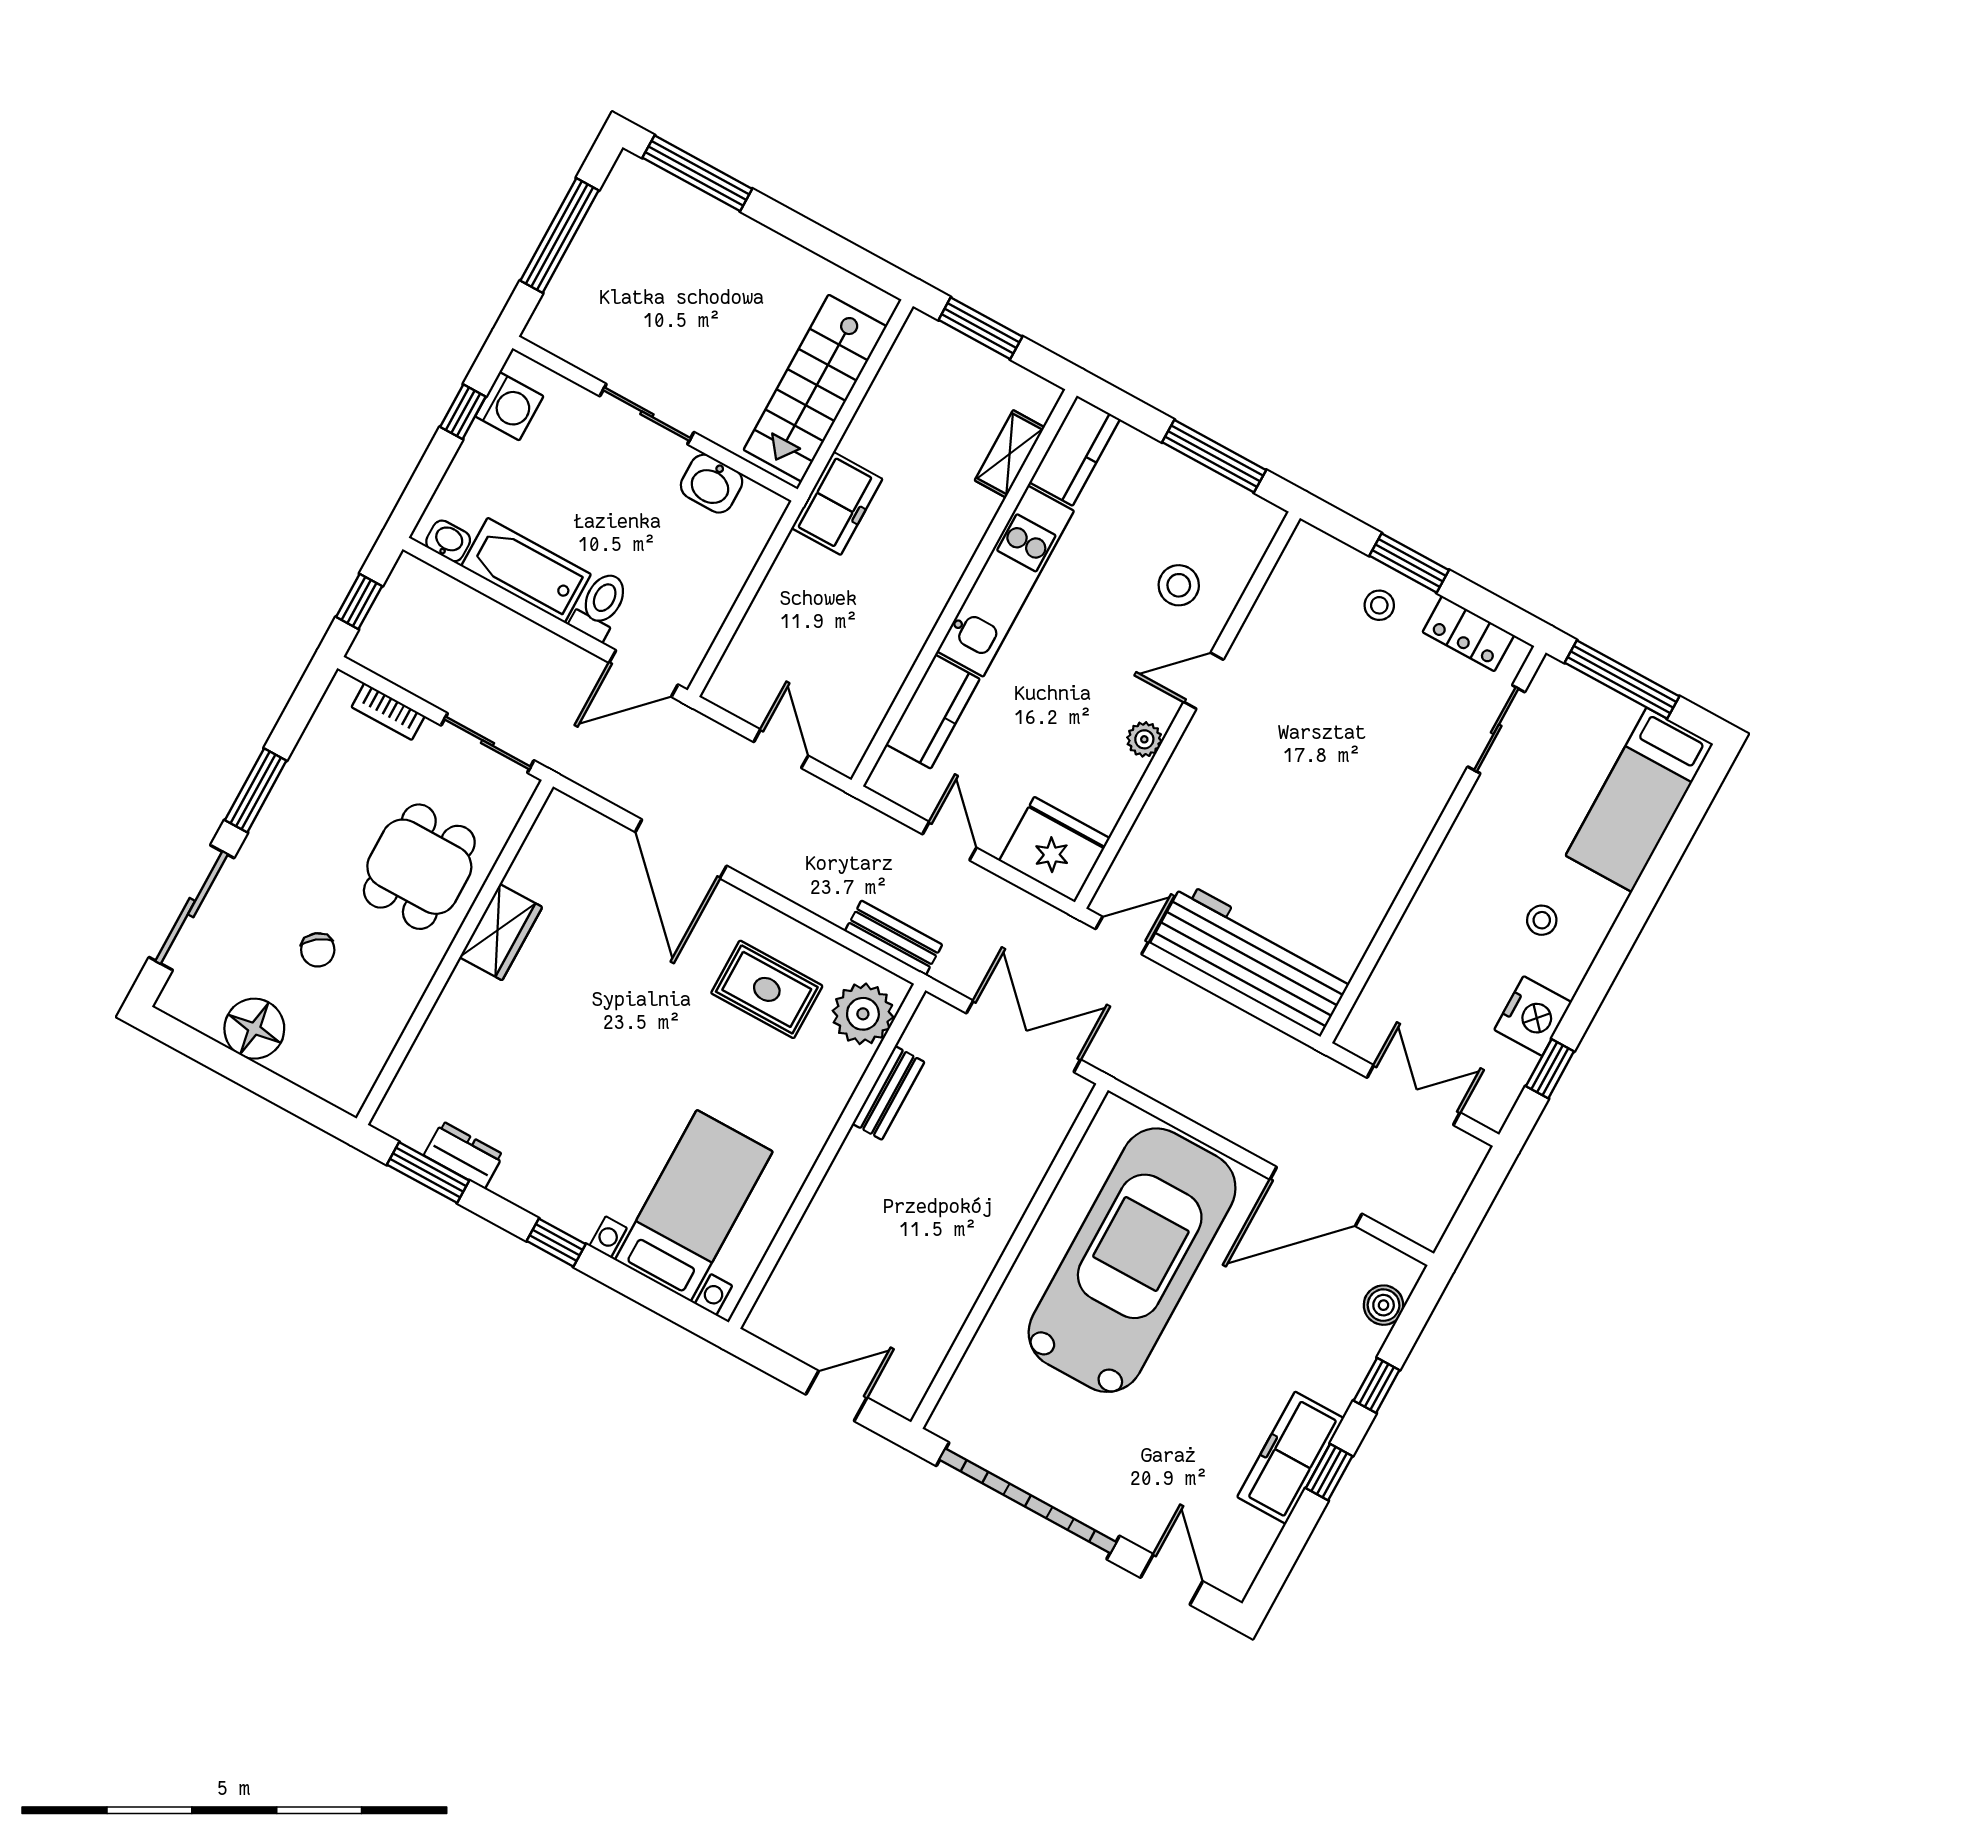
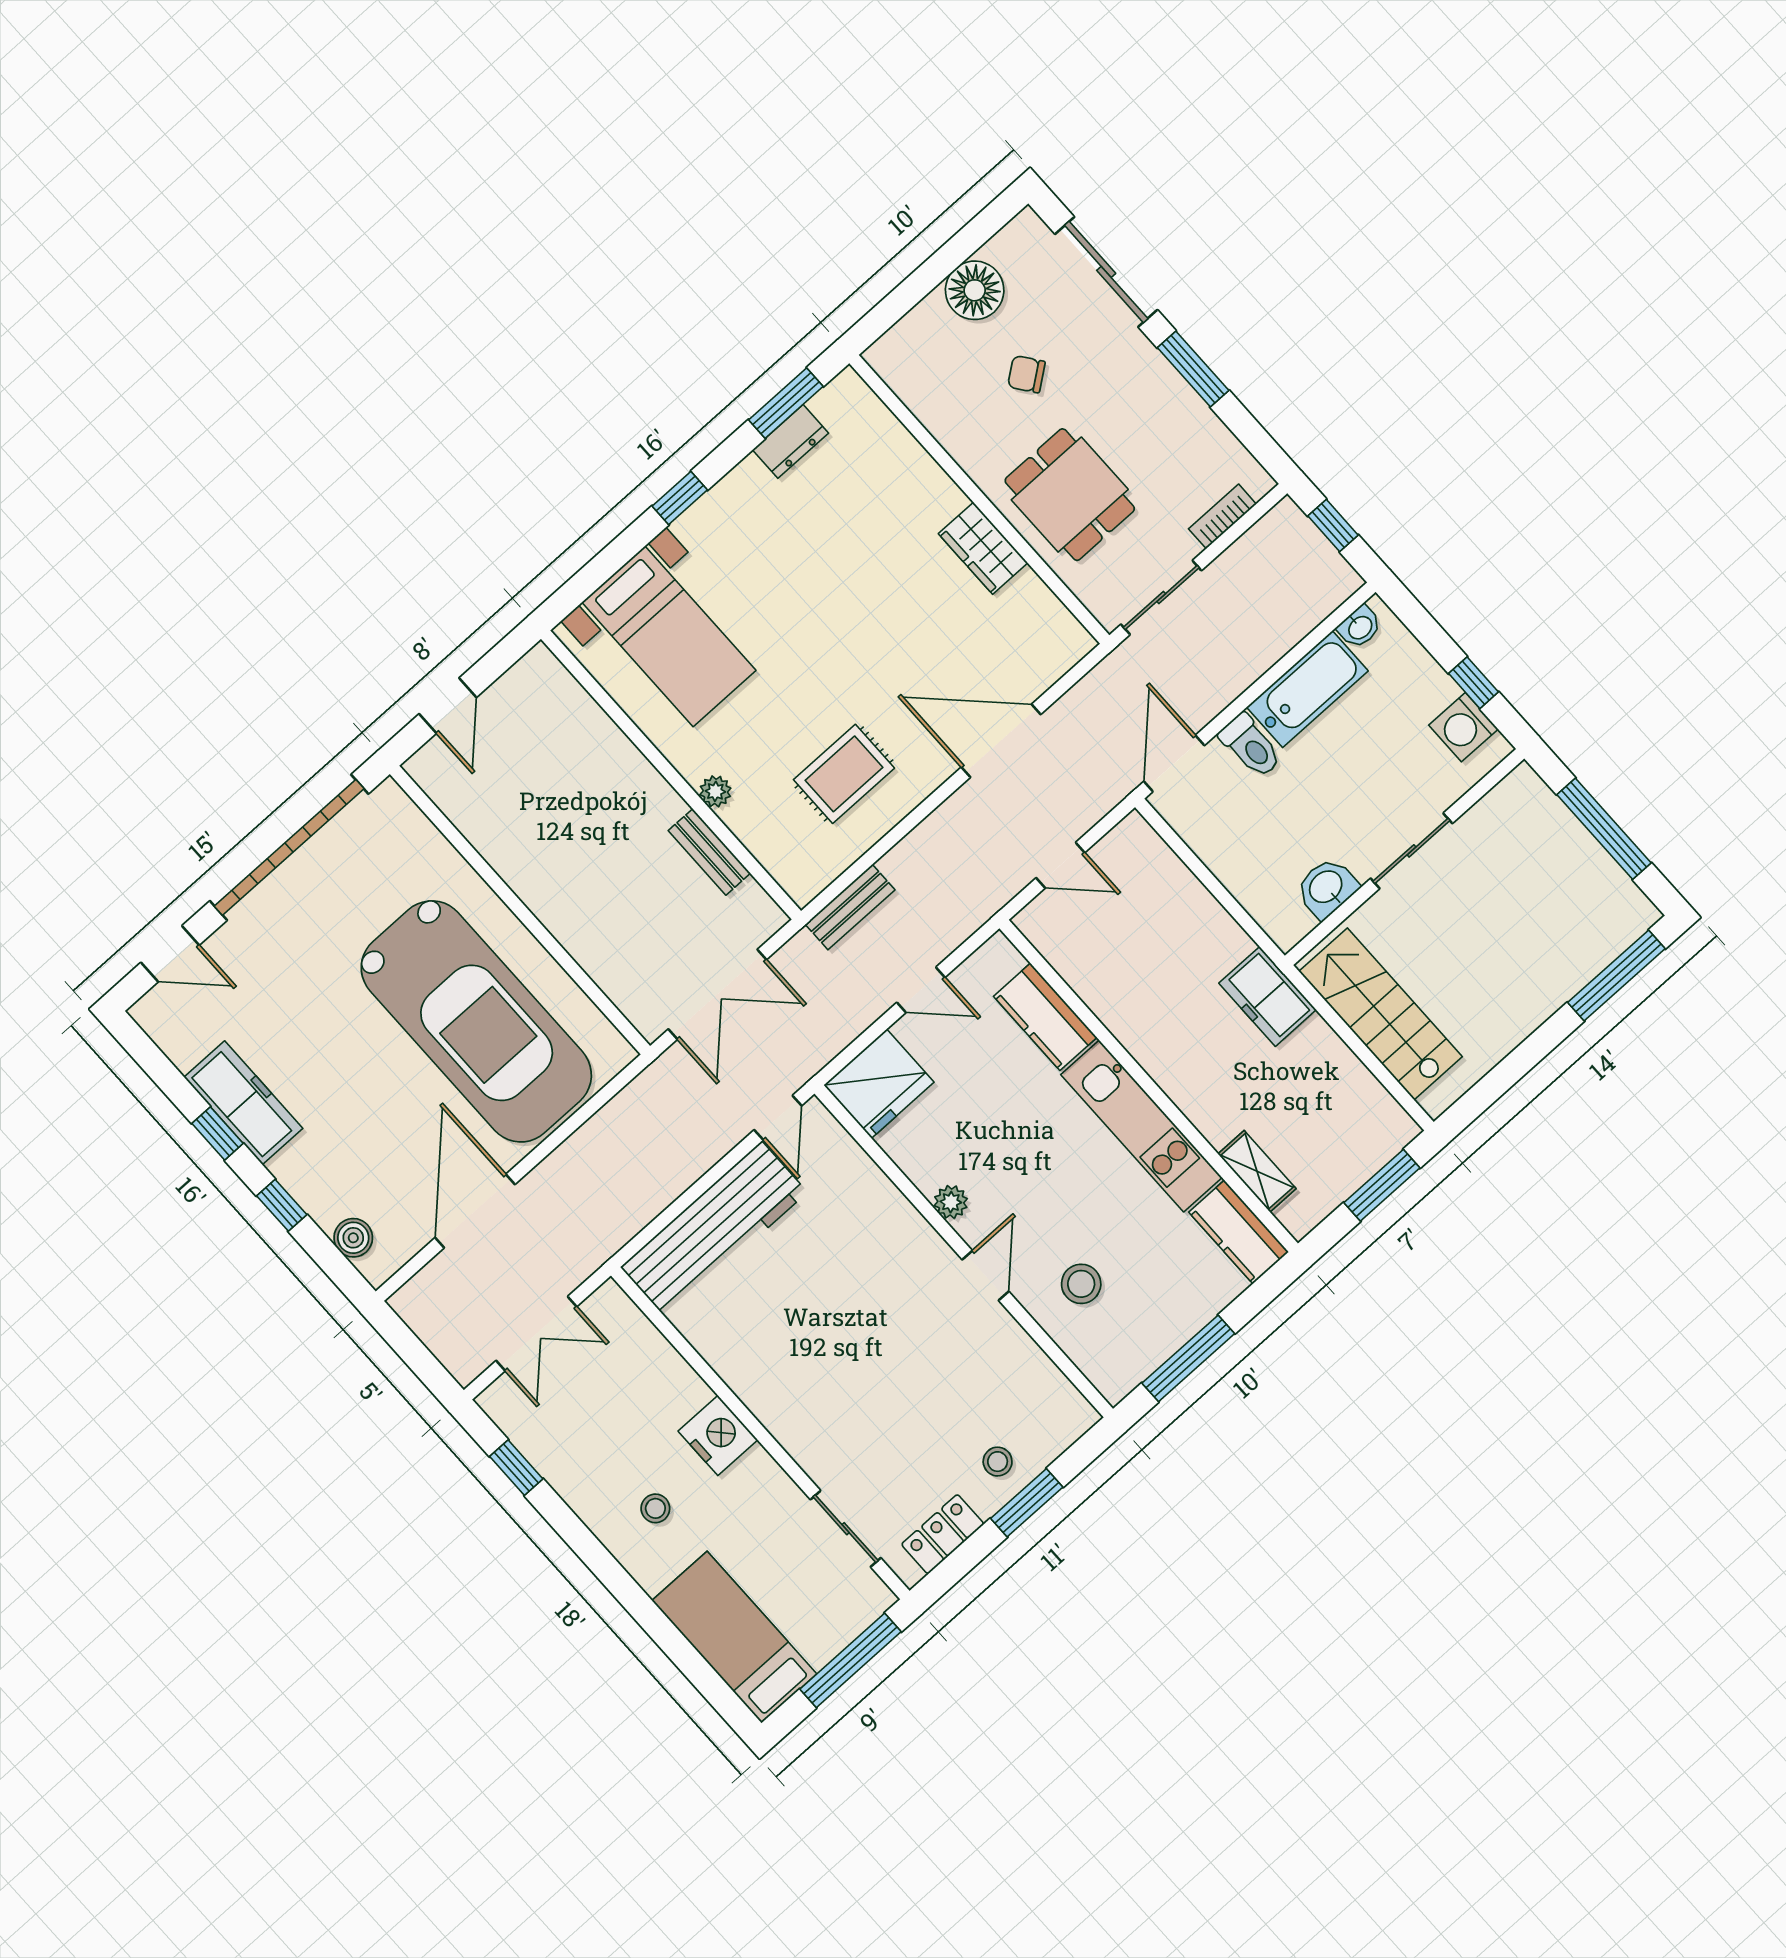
plant: (863, 1014) -> (715, 791), moved, width x0.53, depth x0.53
nightstand: (1533, 1016) -> (718, 1435), moved, turned 180

